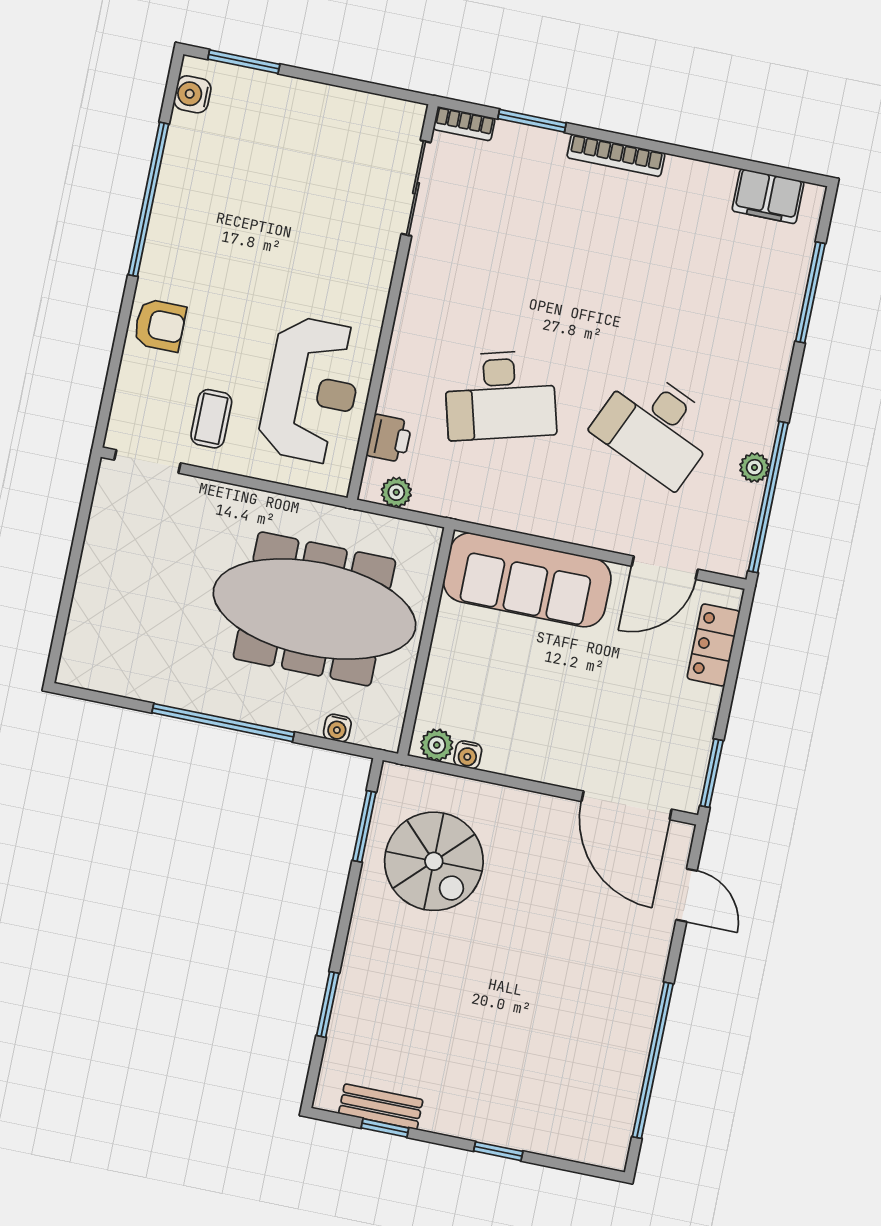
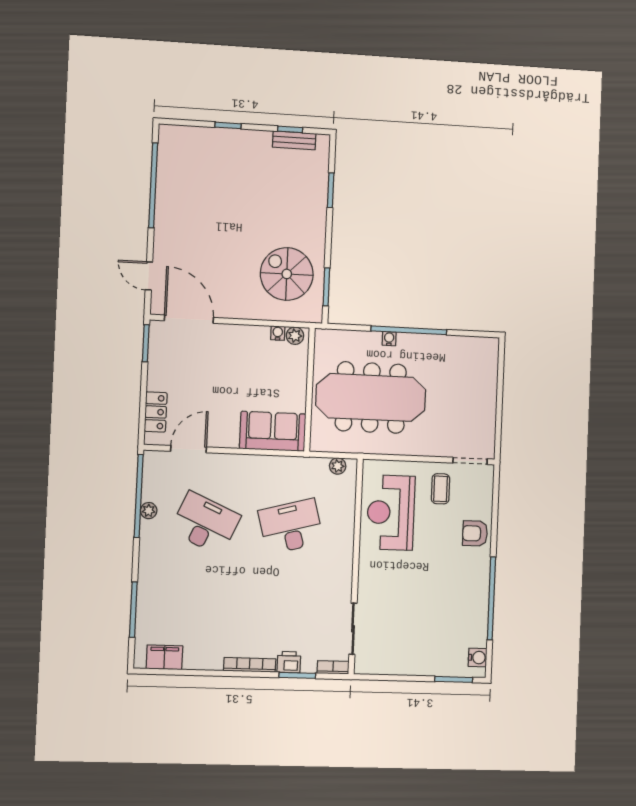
printer: (389, 438) -> (289, 662), moved, turned 90
sofa: (527, 580) -> (273, 431), width x0.73
water cooler: (337, 728) -> (389, 339), moved

